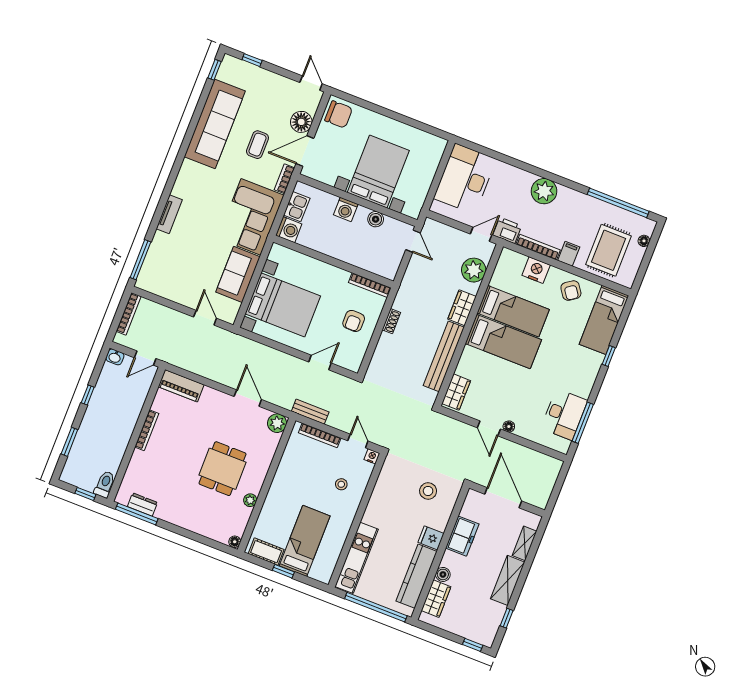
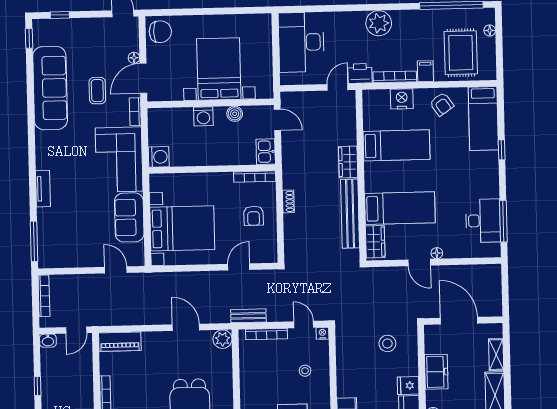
floor lamp: (301, 122) -> (134, 58), width x0.53, depth x0.53
kitchen sink: (297, 207) -> (266, 152), moved, turned 180
plant: (474, 270) -> (344, 123), removed
bed: (503, 342) -> (400, 208), moved

